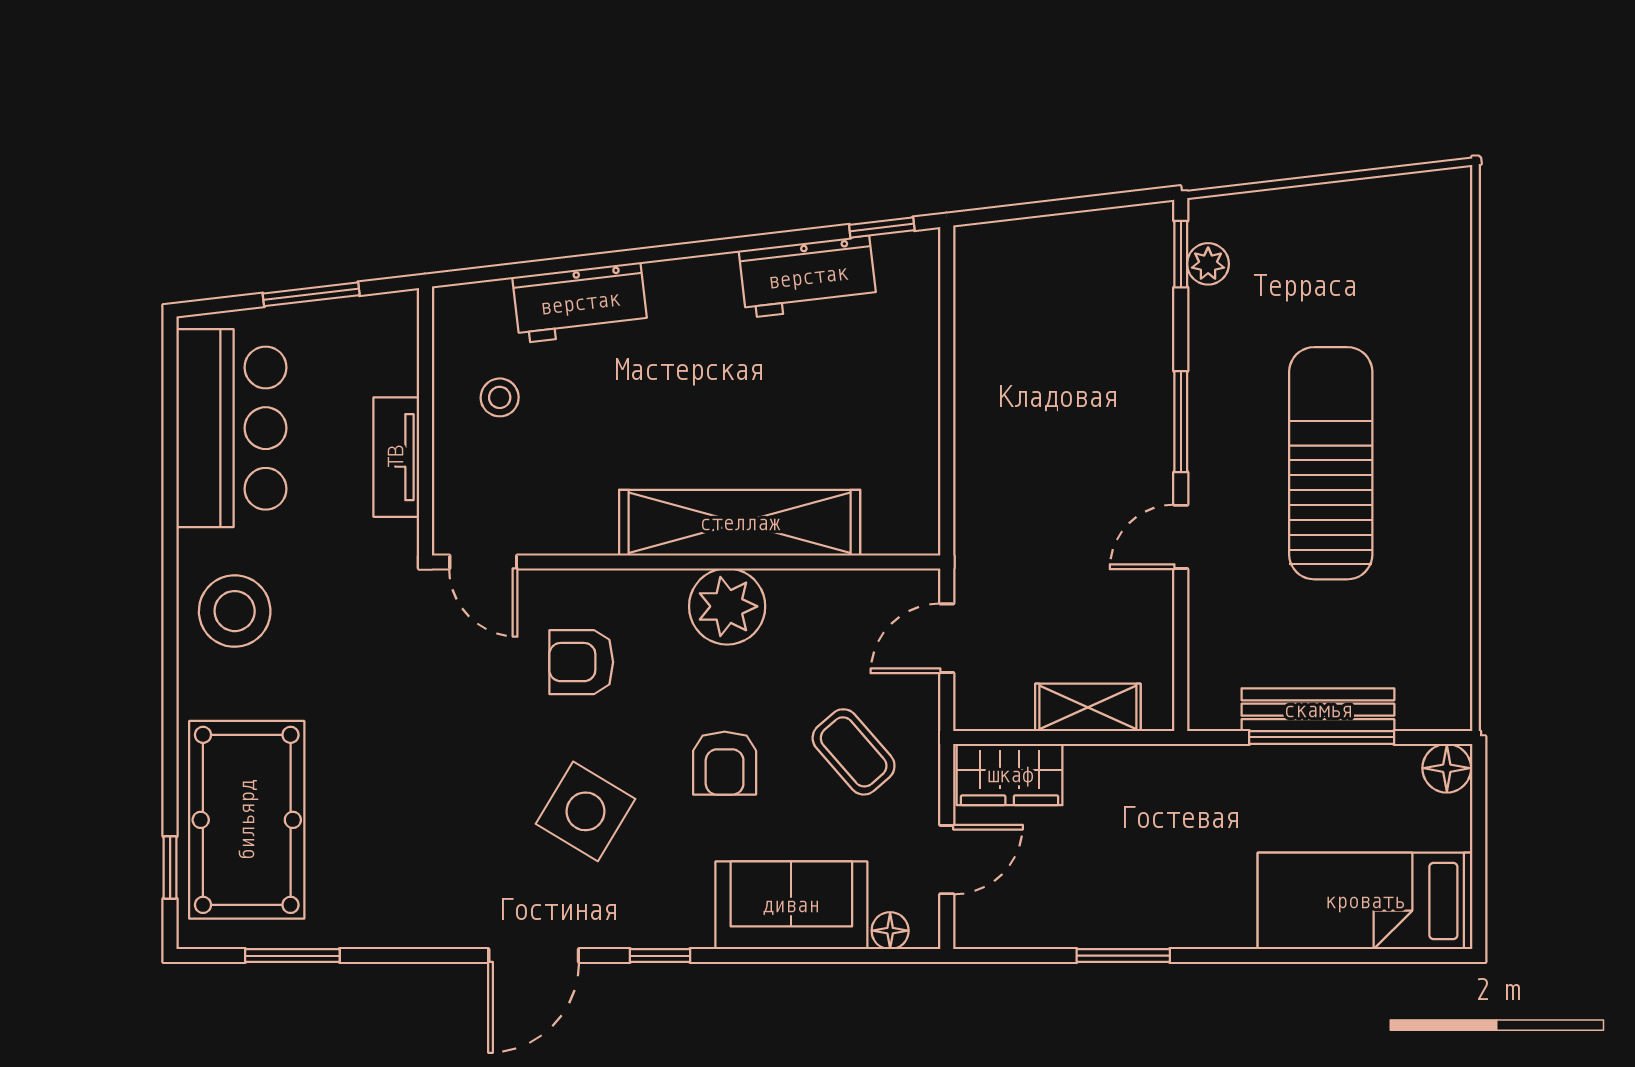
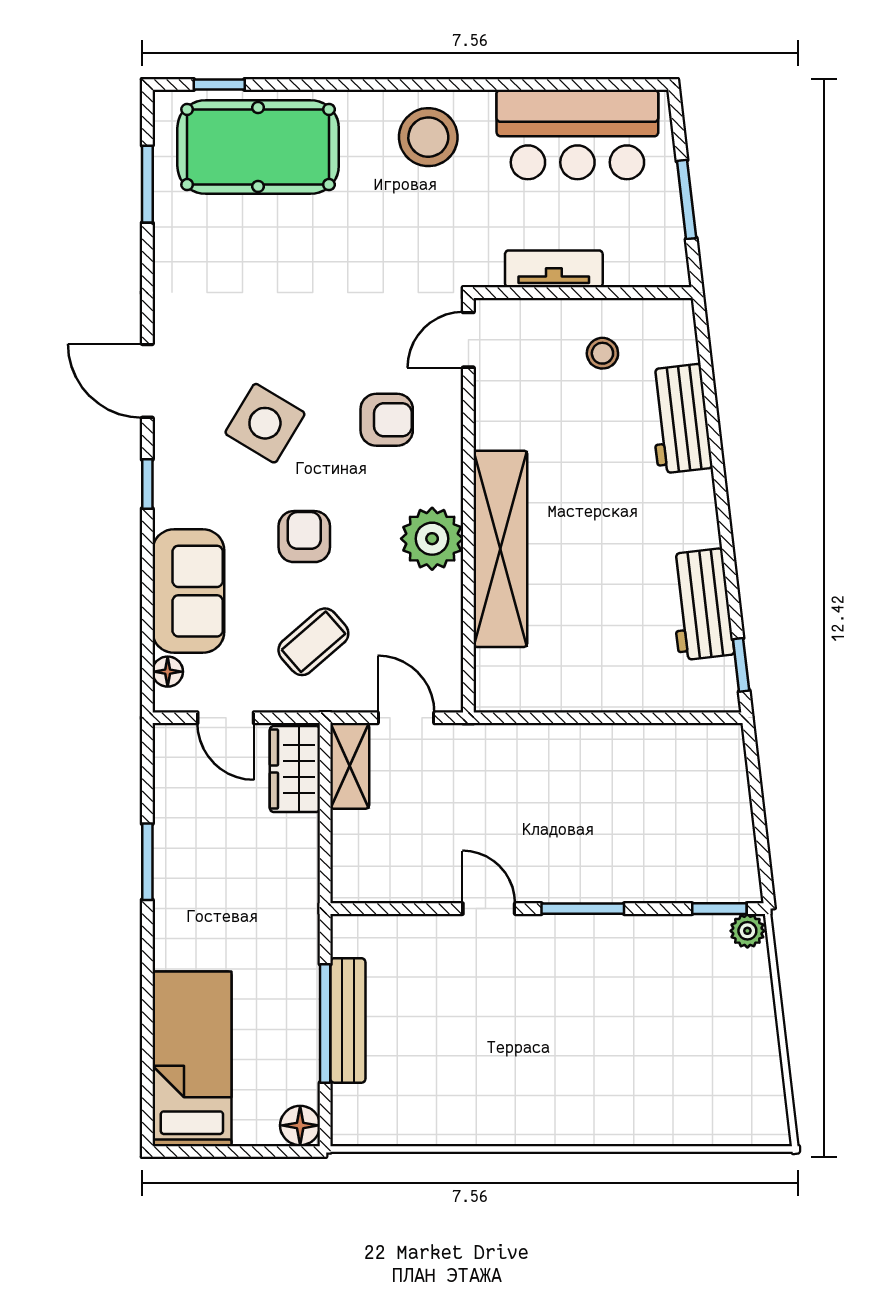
plant: (1208, 264) -> (747, 931), moved
sun lounger: (1331, 463) -> (549, 1031), removed
armchair: (581, 662) -> (387, 420), turned 90
shelving: (1088, 707) -> (350, 766), moved
armchair: (725, 763) -> (304, 537), turned 90

